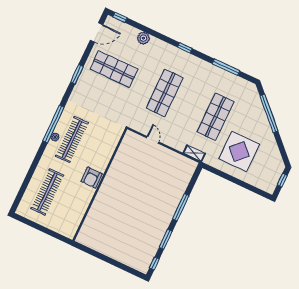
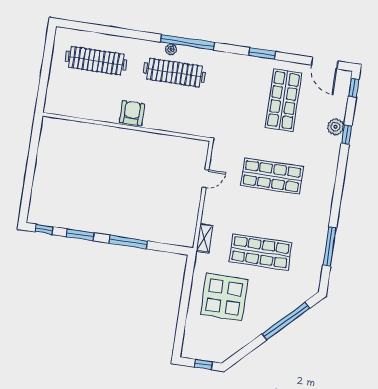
window: (185, 48) -> (347, 135), moved
armchair: (92, 178) -> (132, 113), turned 90

